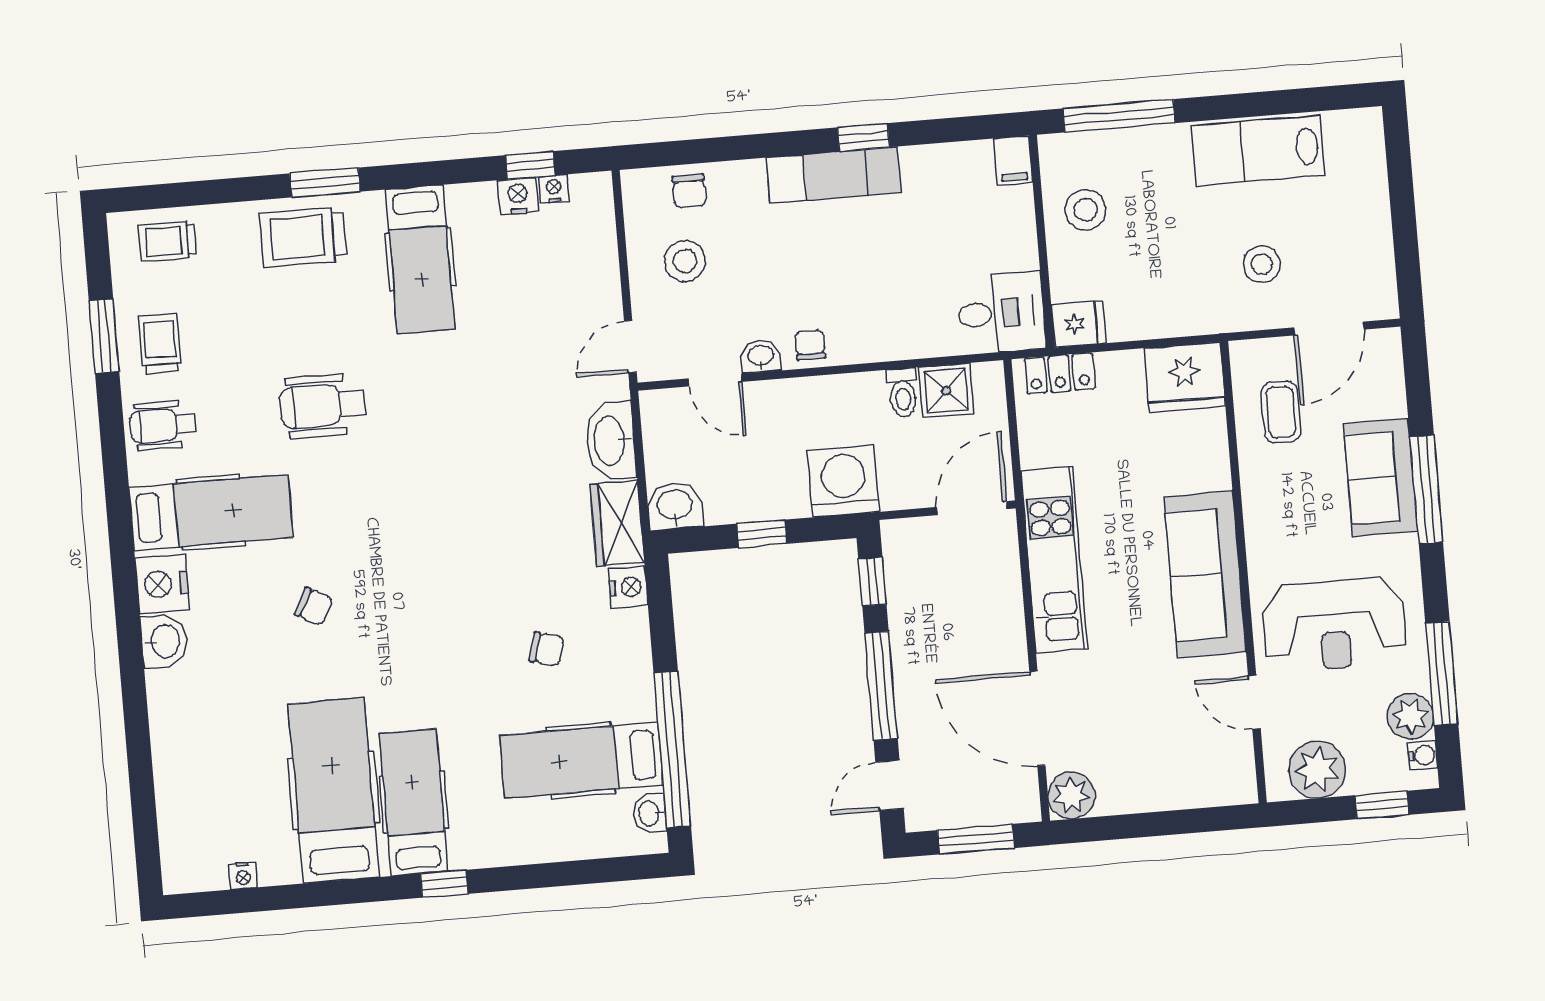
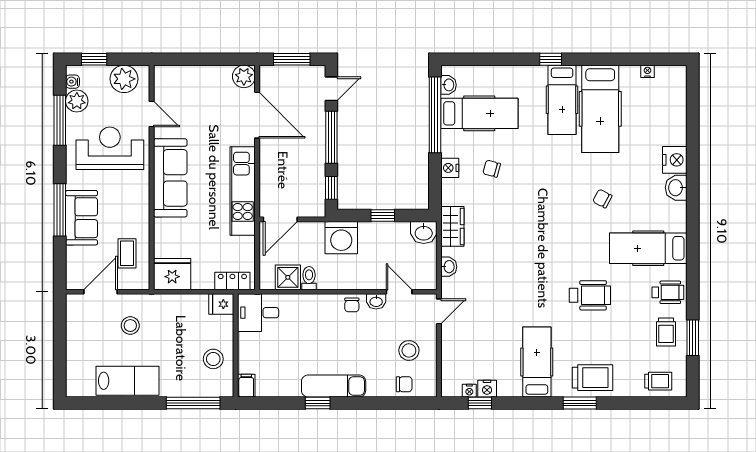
chair: (689, 191) -> (404, 384), turned 90
washbasin: (611, 441) -> (449, 267), width x0.52, depth x0.69
nightstand: (162, 584) -> (675, 160), moved
nightstand: (628, 587) -> (450, 168), moved

